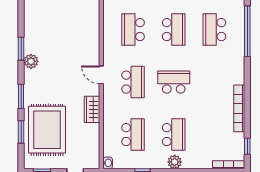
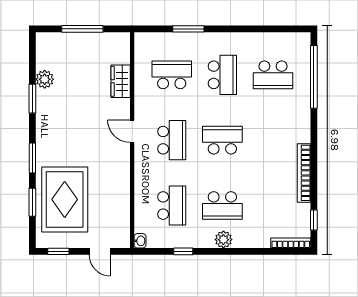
school desk: (133, 30) -> (172, 75), turned 90
school desk: (214, 30) -> (273, 75), turned -90
plant: (31, 61) -> (45, 79), moved
wardrobe: (92, 109) -> (121, 81), moved
school desk: (174, 135) -> (222, 206), turned 90

